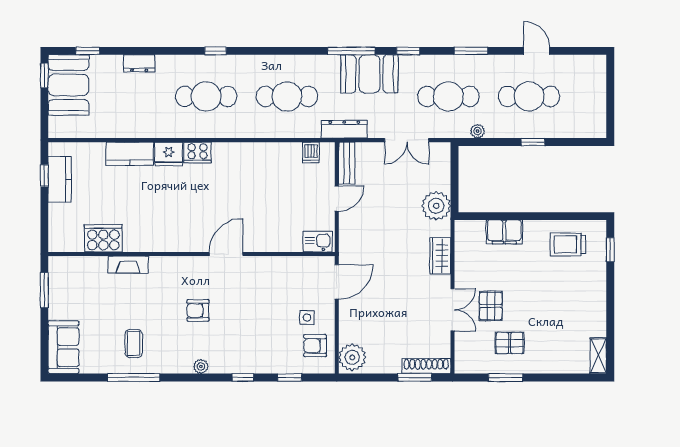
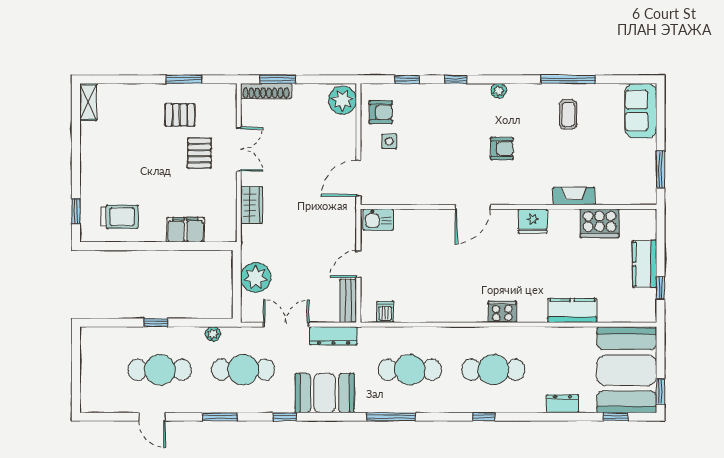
window: (351, 51) -> (391, 417), moved
booth: (68, 85) -> (627, 370), width x1.36, depth x1.42
dresser: (344, 129) -> (333, 336), moved
fridge: (169, 154) -> (533, 221), moved, turned 180
kitchen counter: (60, 179) -> (645, 264), moved
plant: (436, 206) -> (256, 278), moved
double door: (453, 310) -> (239, 149), swing flipped

